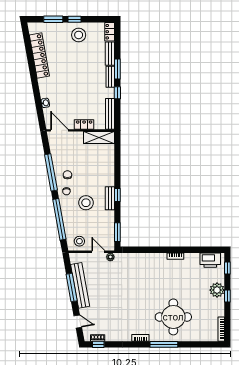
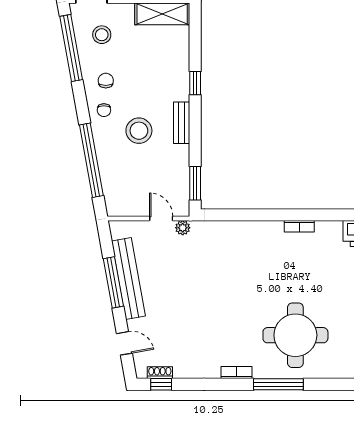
window: (51, 172) -> (71, 48), moved
window: (117, 195) -> (195, 83), moved
stool: (79, 241) -> (102, 35), moved

